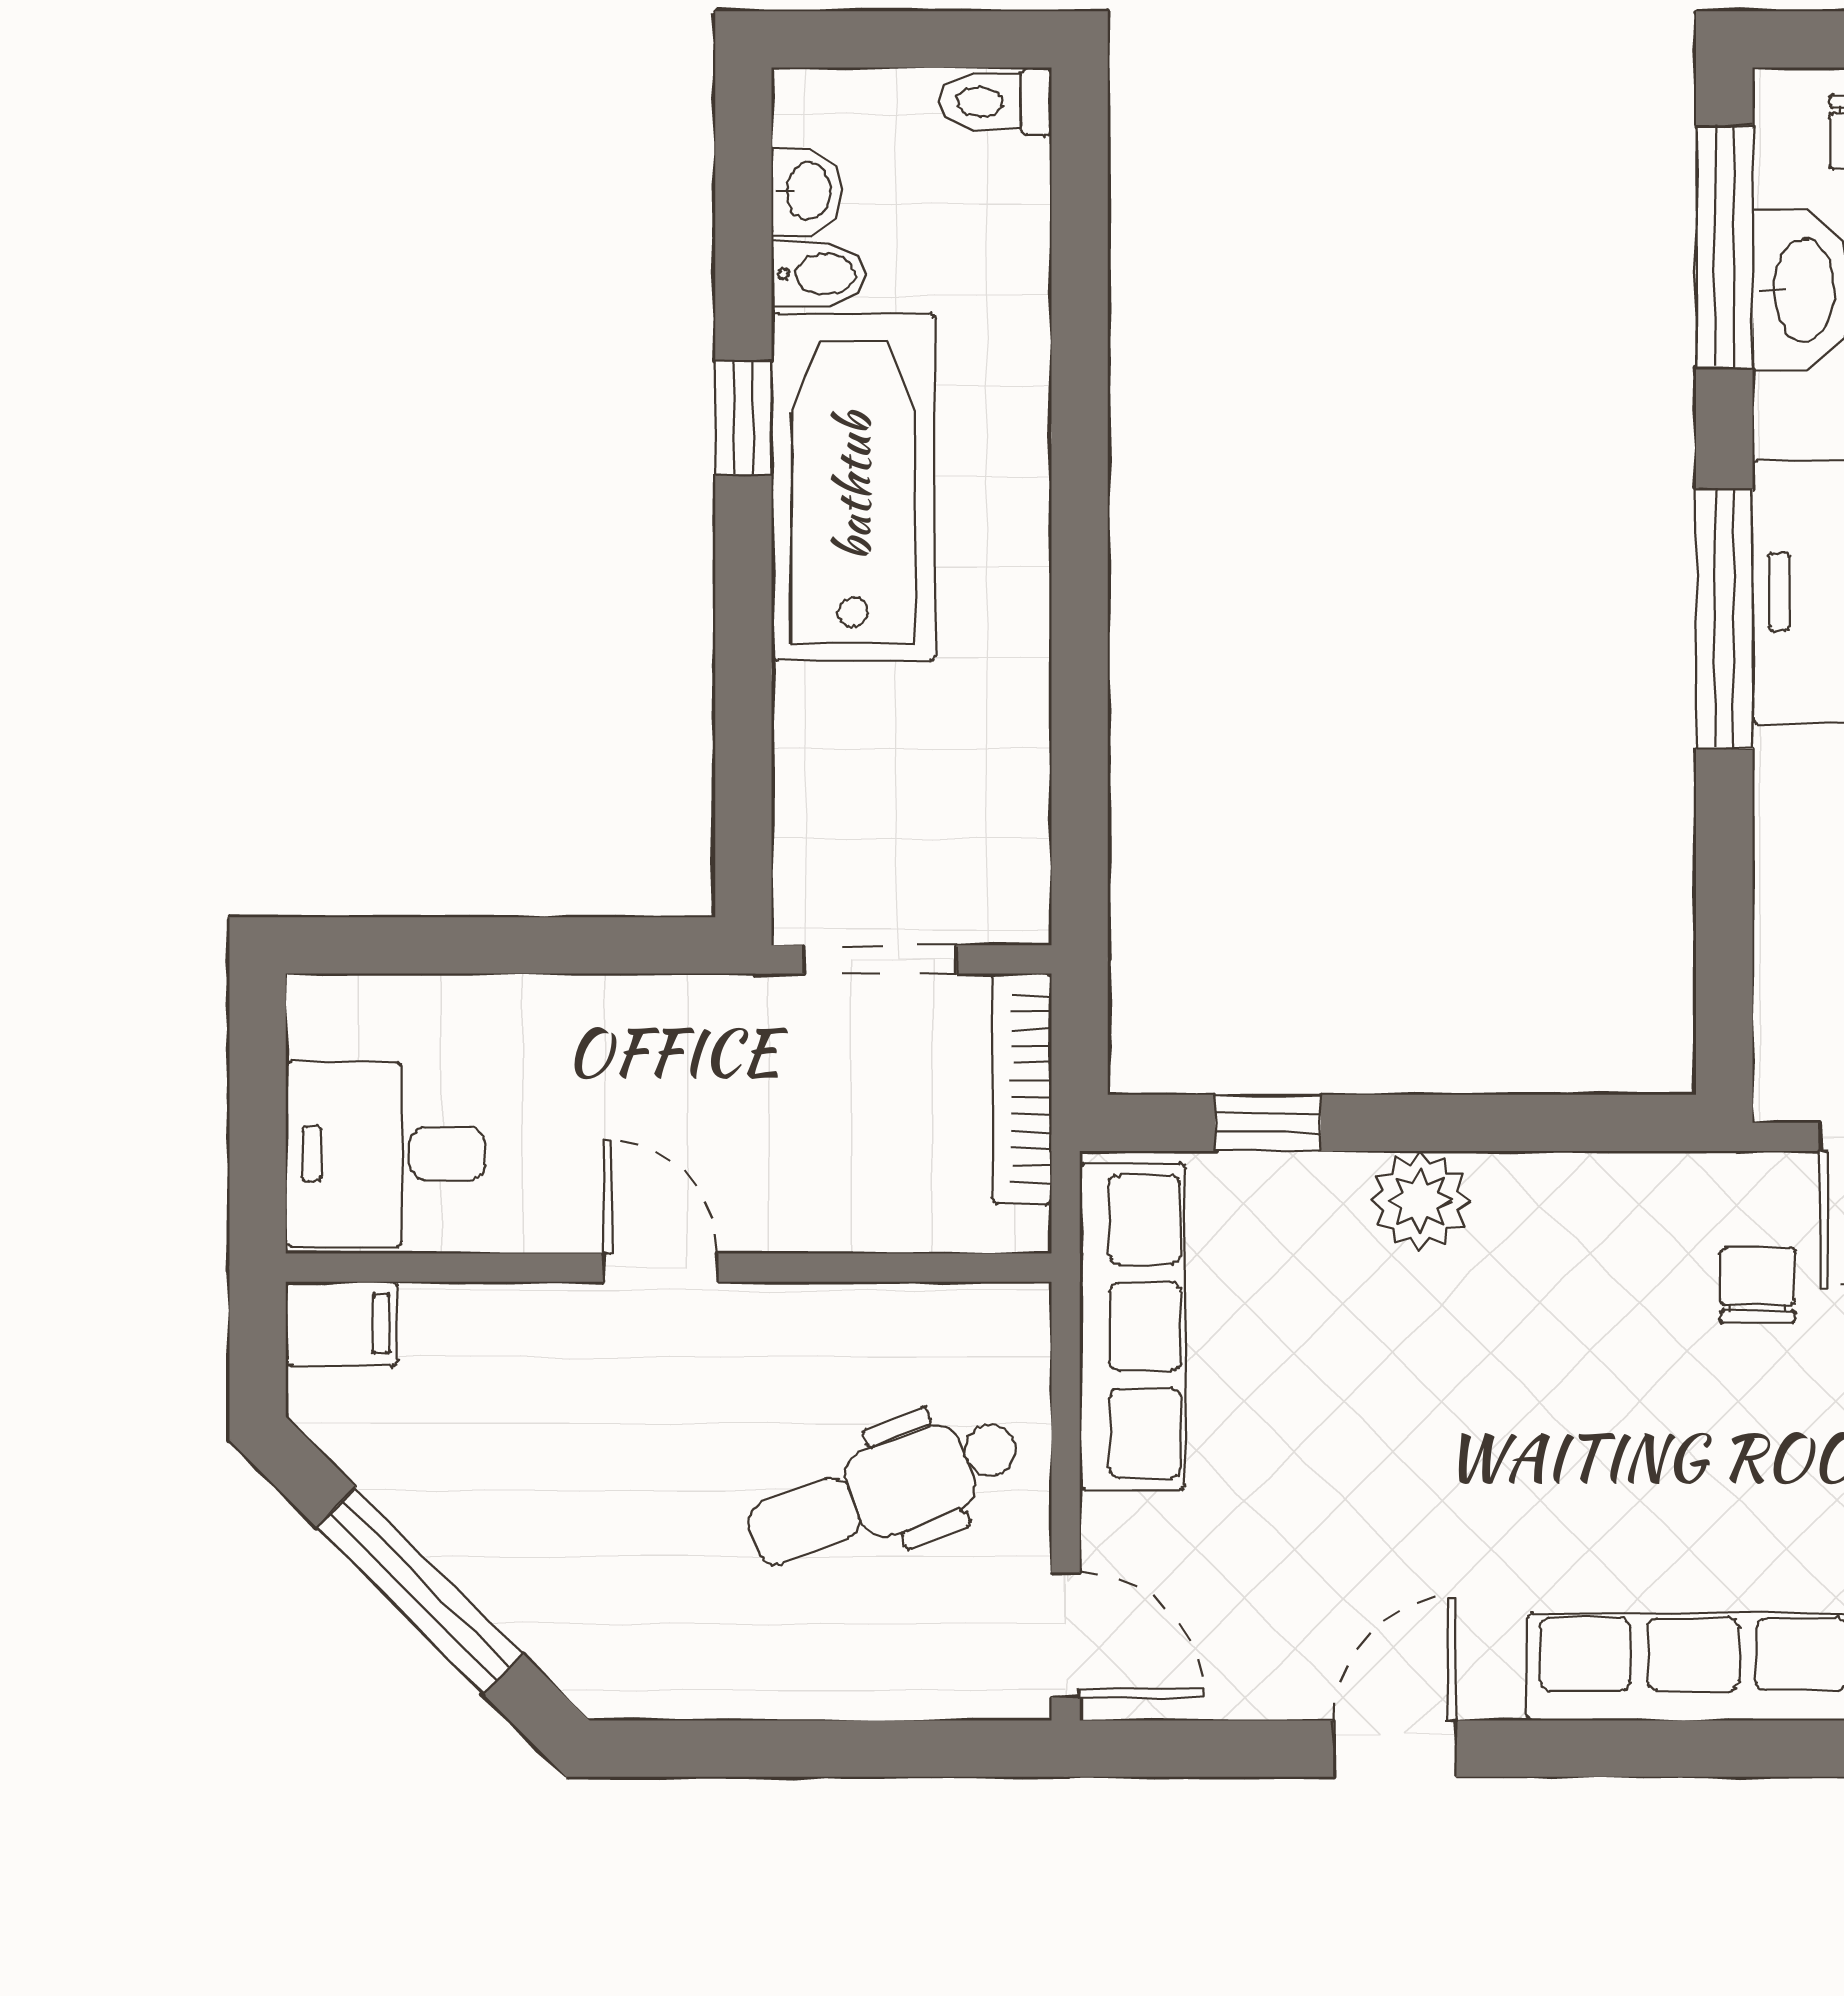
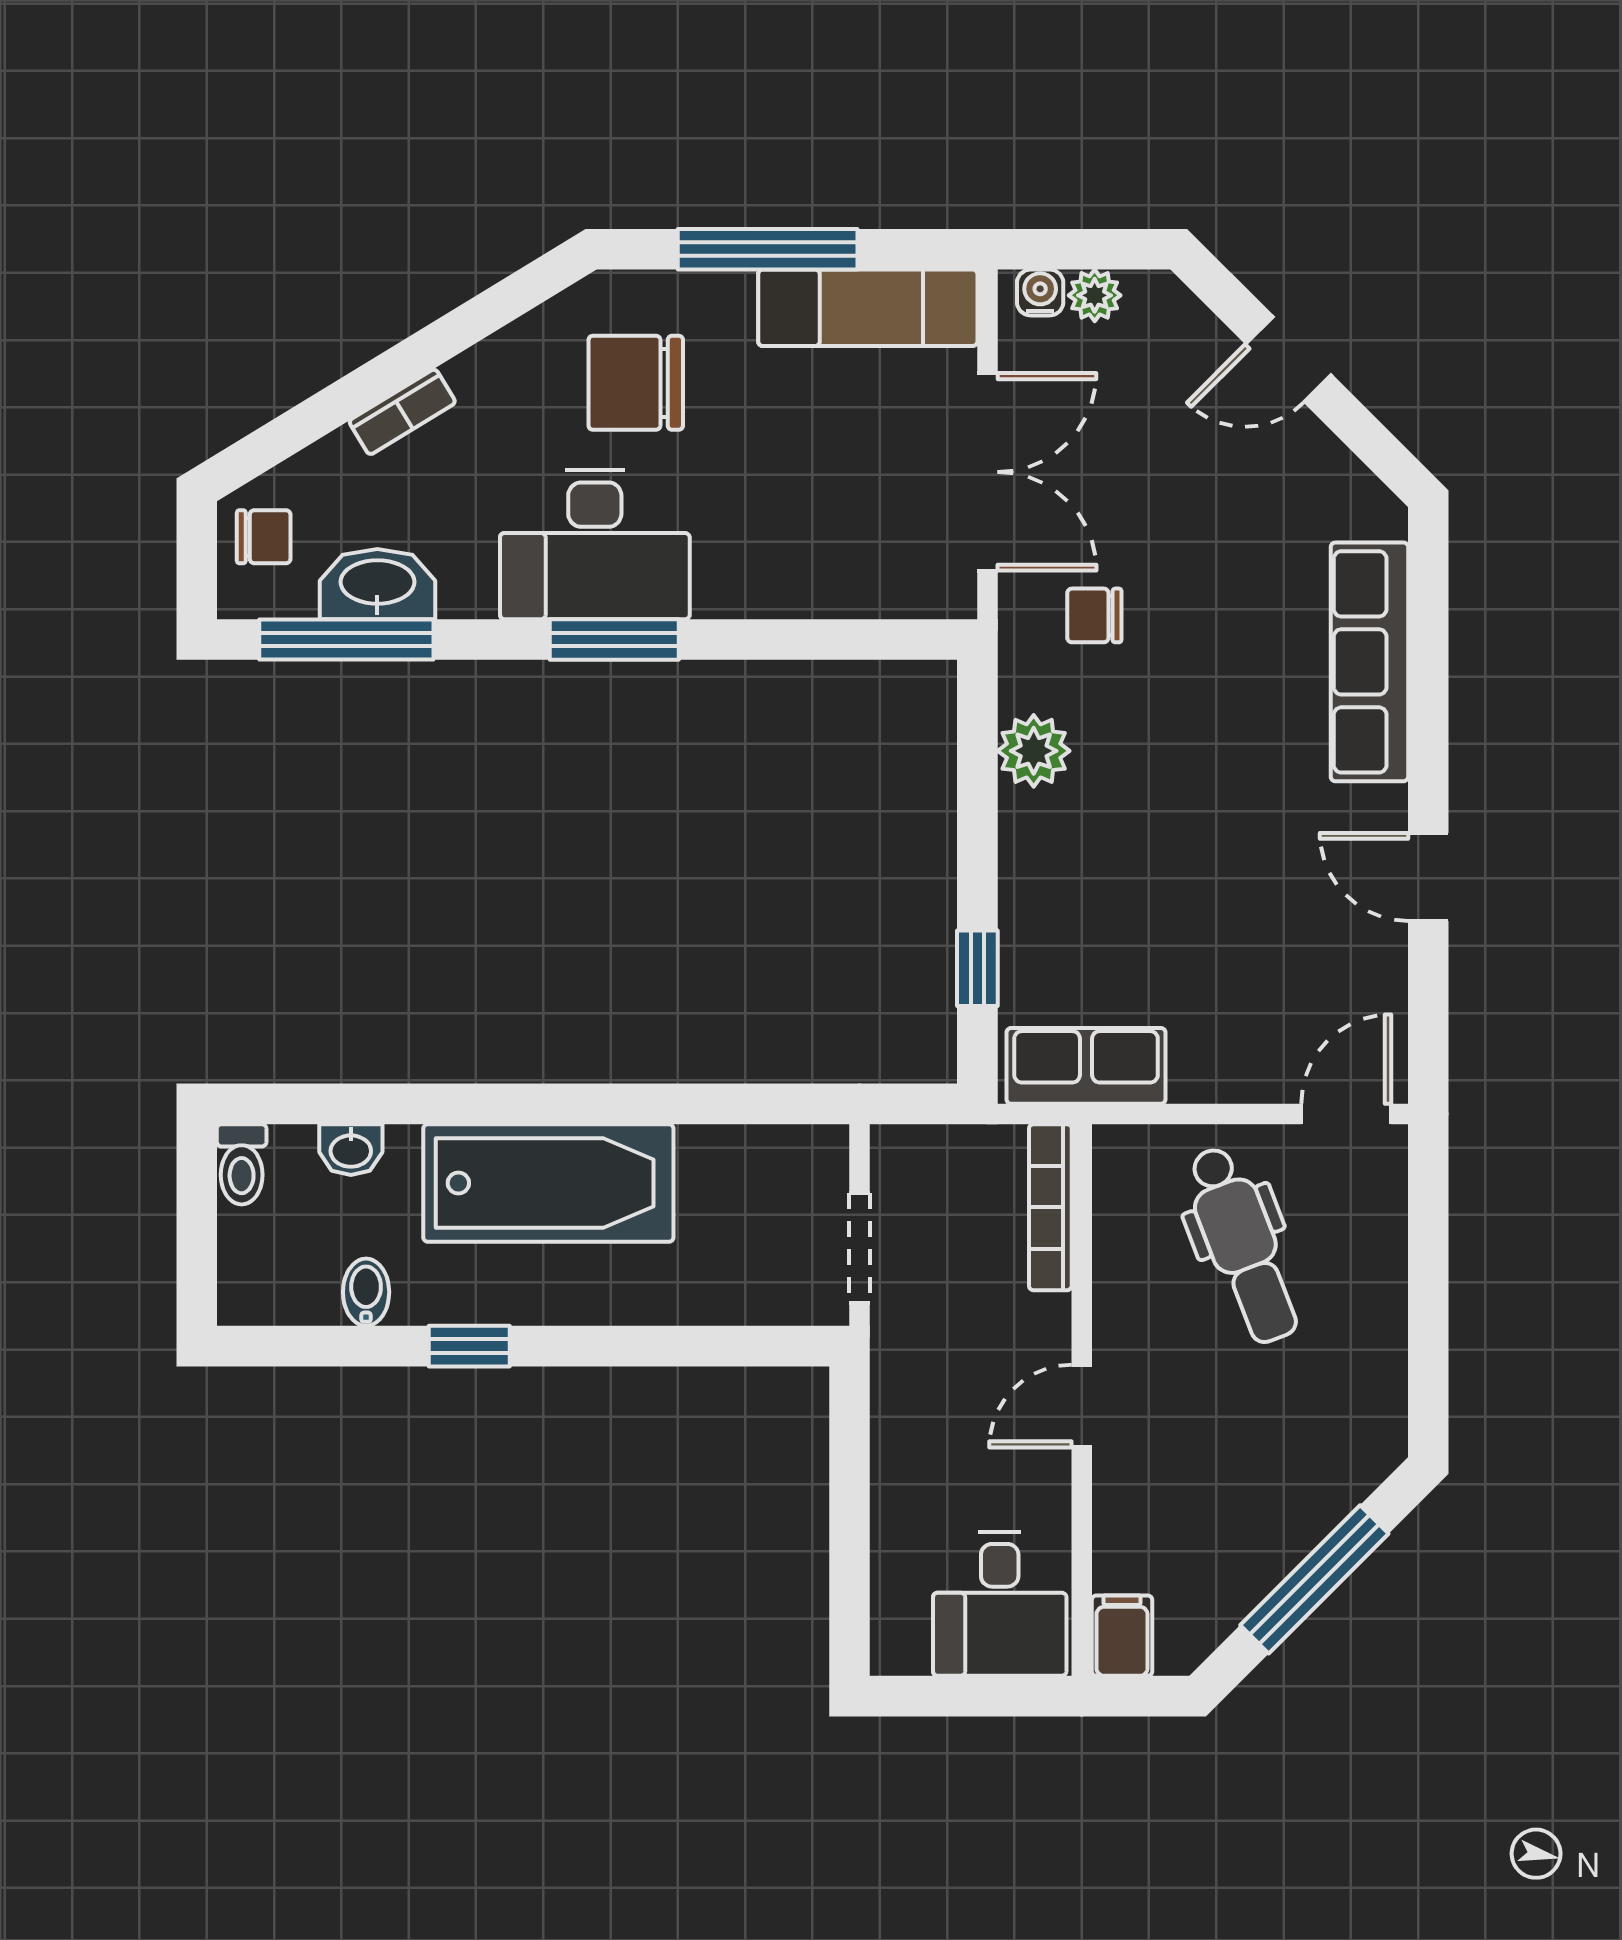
washbasin: (807, 191) -> (351, 1150), moved, turned 180
bathtub: (853, 487) -> (548, 1183), moved, turned 180
window: (1724, 619) -> (614, 640), width x0.69
bookcase: (1022, 1089) -> (1050, 1207), moved, turned 90
plant: (1420, 1201) -> (1034, 751), moved
row of seats: (1132, 1326) -> (1086, 1066), width x0.68

